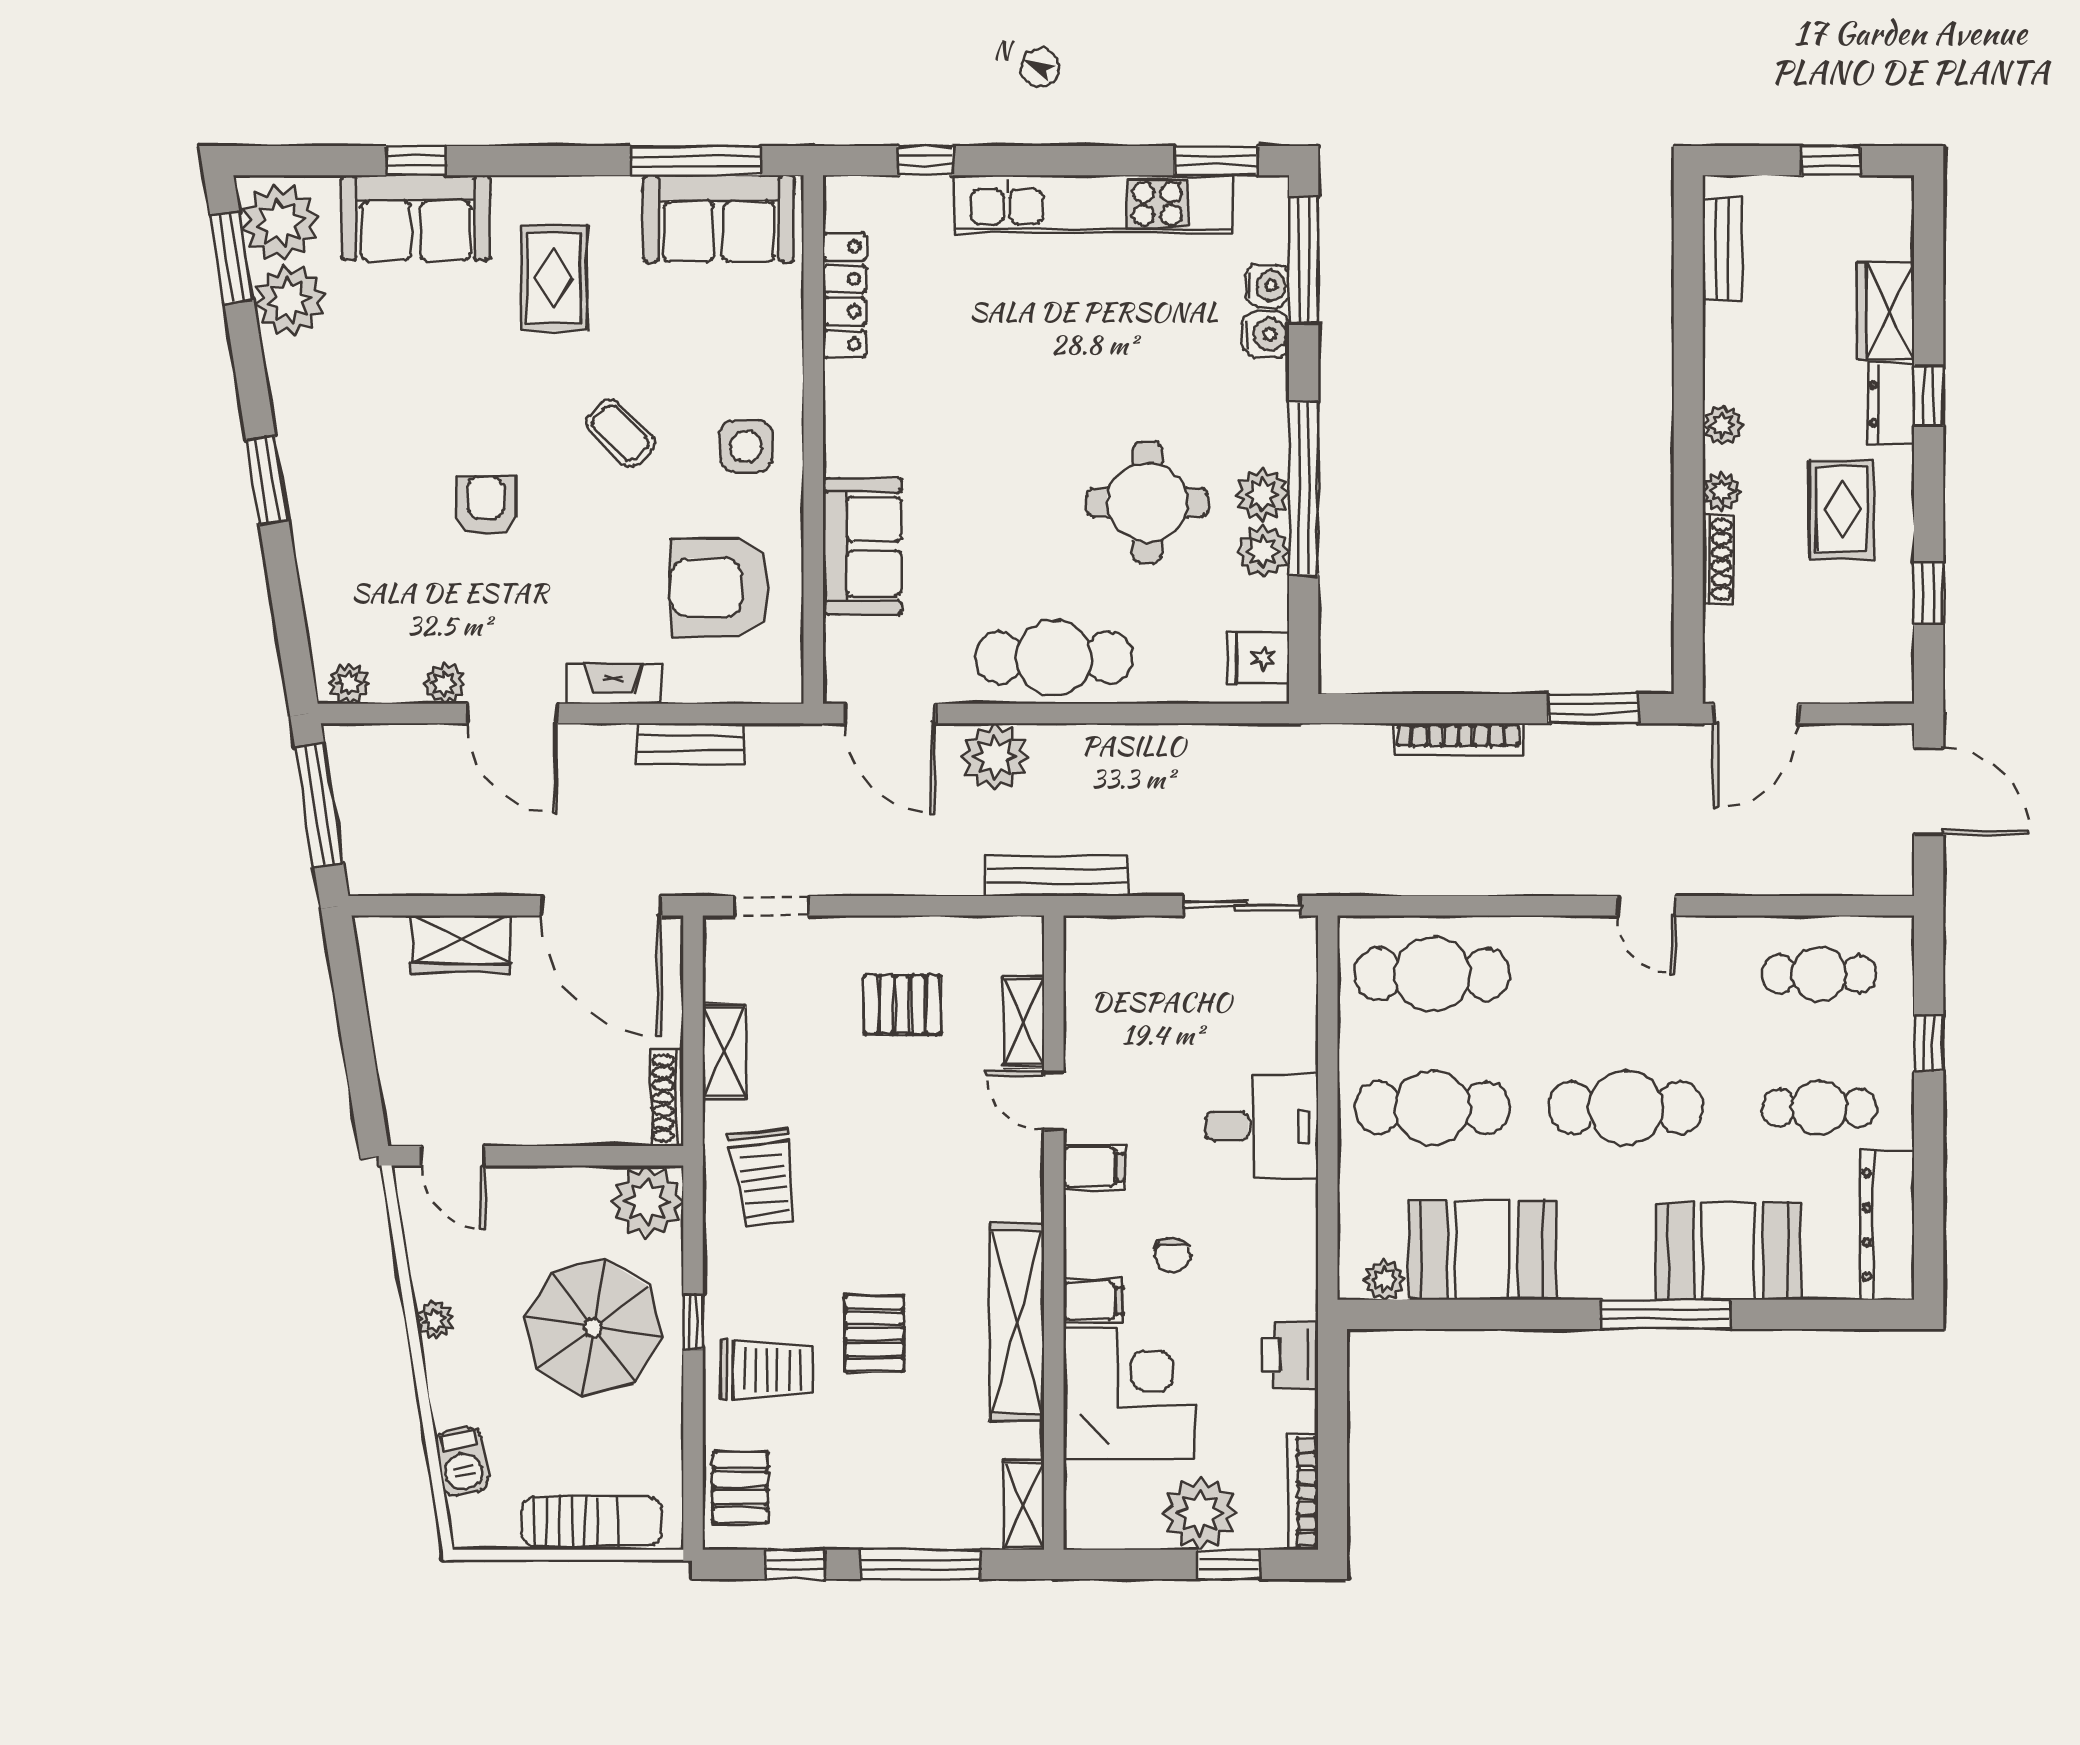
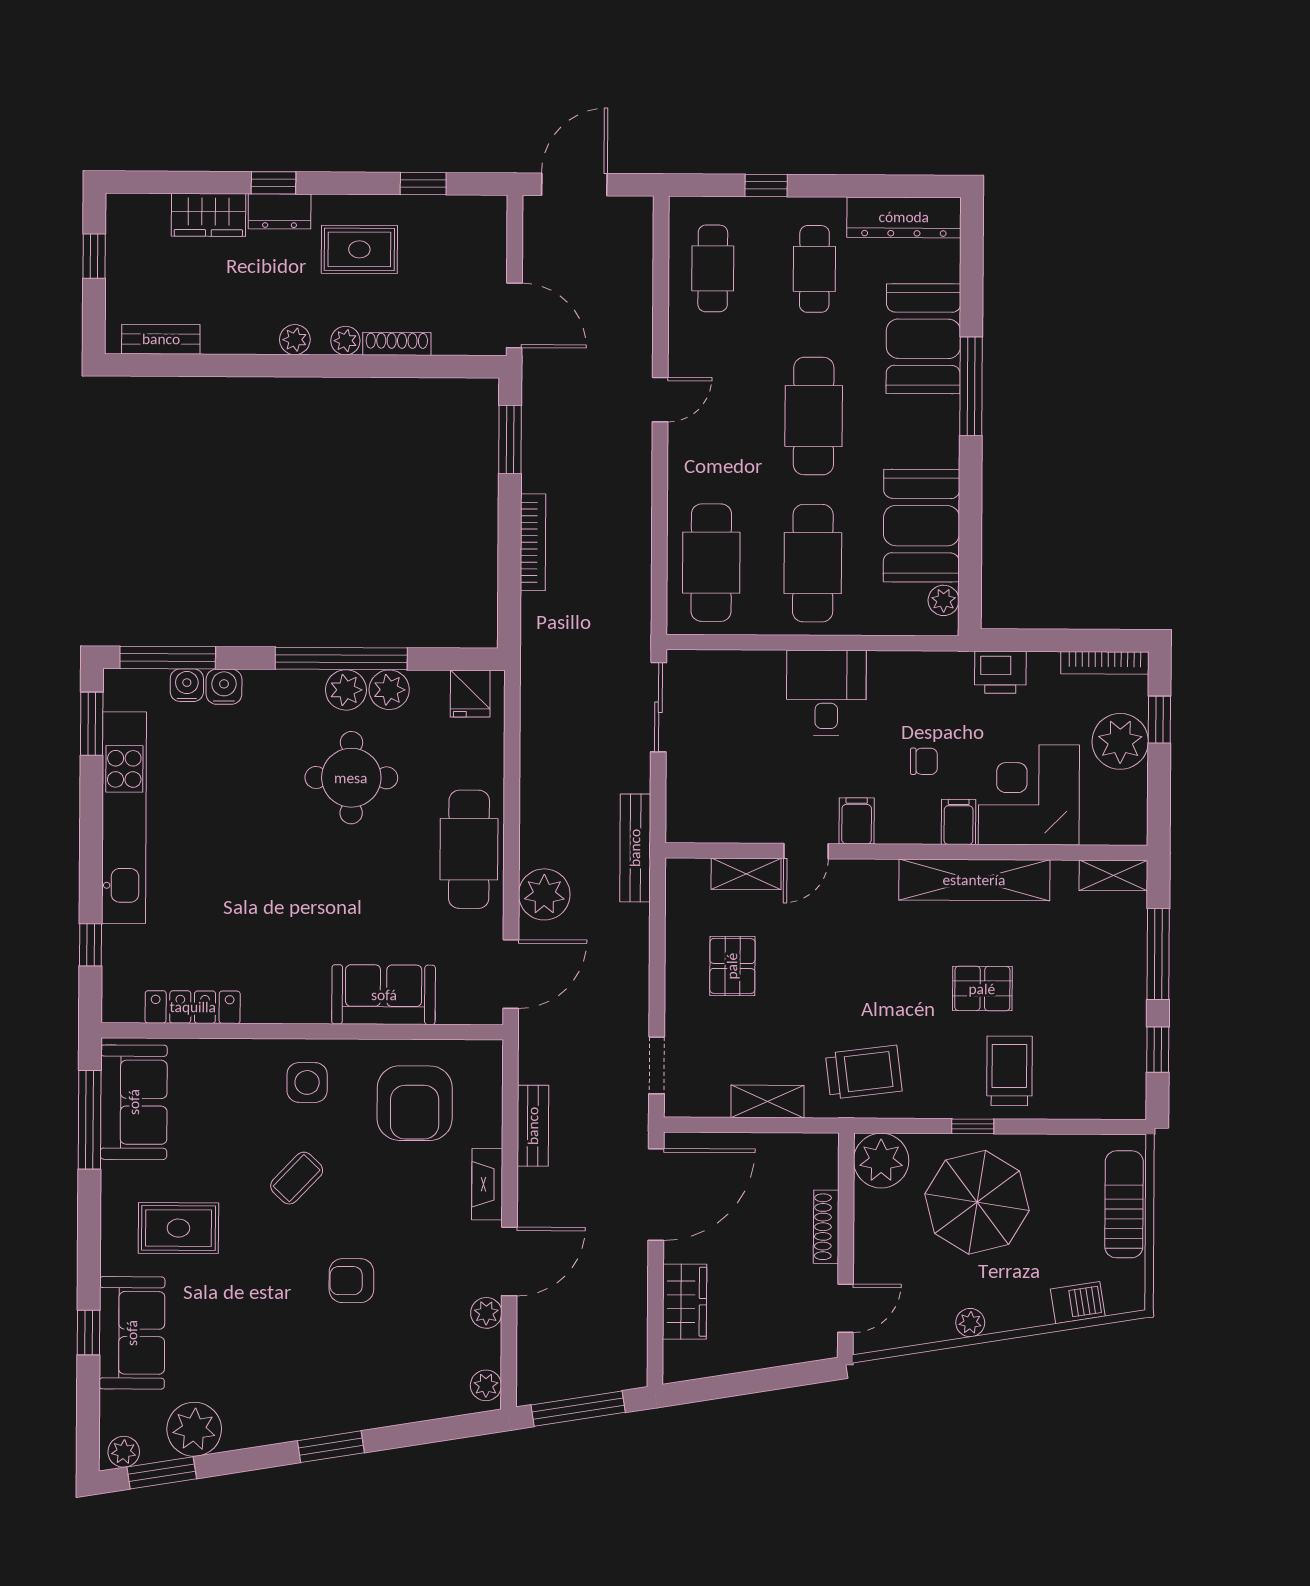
plant: (280, 223) -> (124, 1452), width x0.53, depth x0.53
shoe rack: (667, 1098) -> (826, 1227), moved, turned 90
pallet: (740, 1488) -> (1099, 1091), removed

